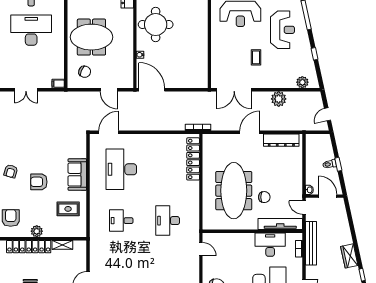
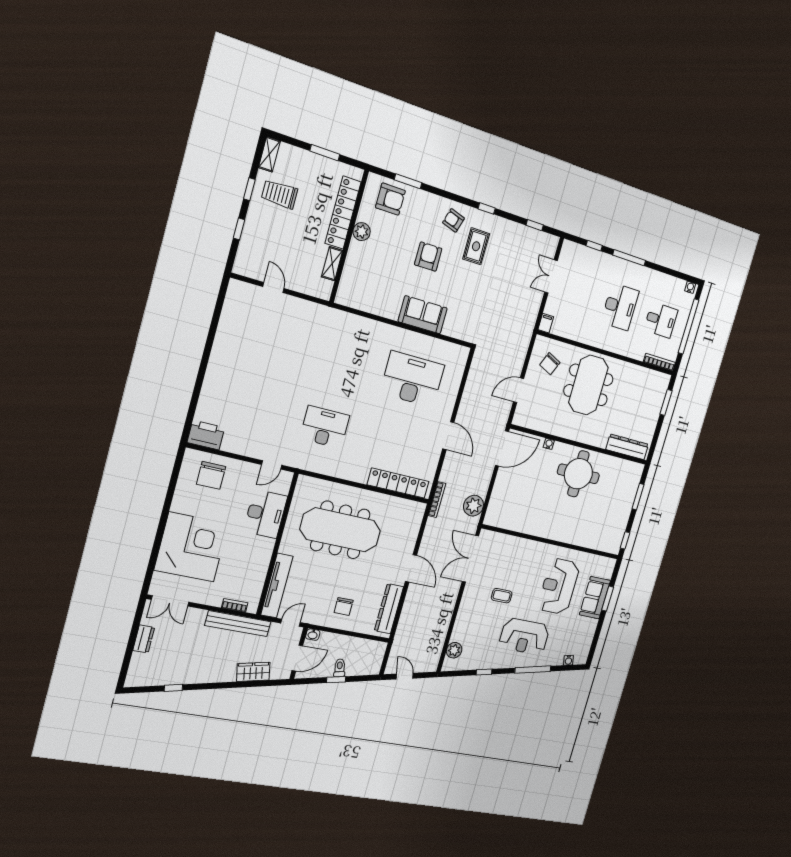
desk: (31, 30) -> (620, 307), width x0.73, depth x0.77
plant: (279, 99) -> (473, 506), moved
door: (109, 132) -> (448, 436), moved
chair: (264, 197) -> (344, 606), moved
rug: (68, 209) -> (476, 246), moved
desk: (121, 221) -> (343, 360), removed
desk: (270, 245) -> (265, 514), moved
wardrobe: (349, 256) -> (253, 672), moved

